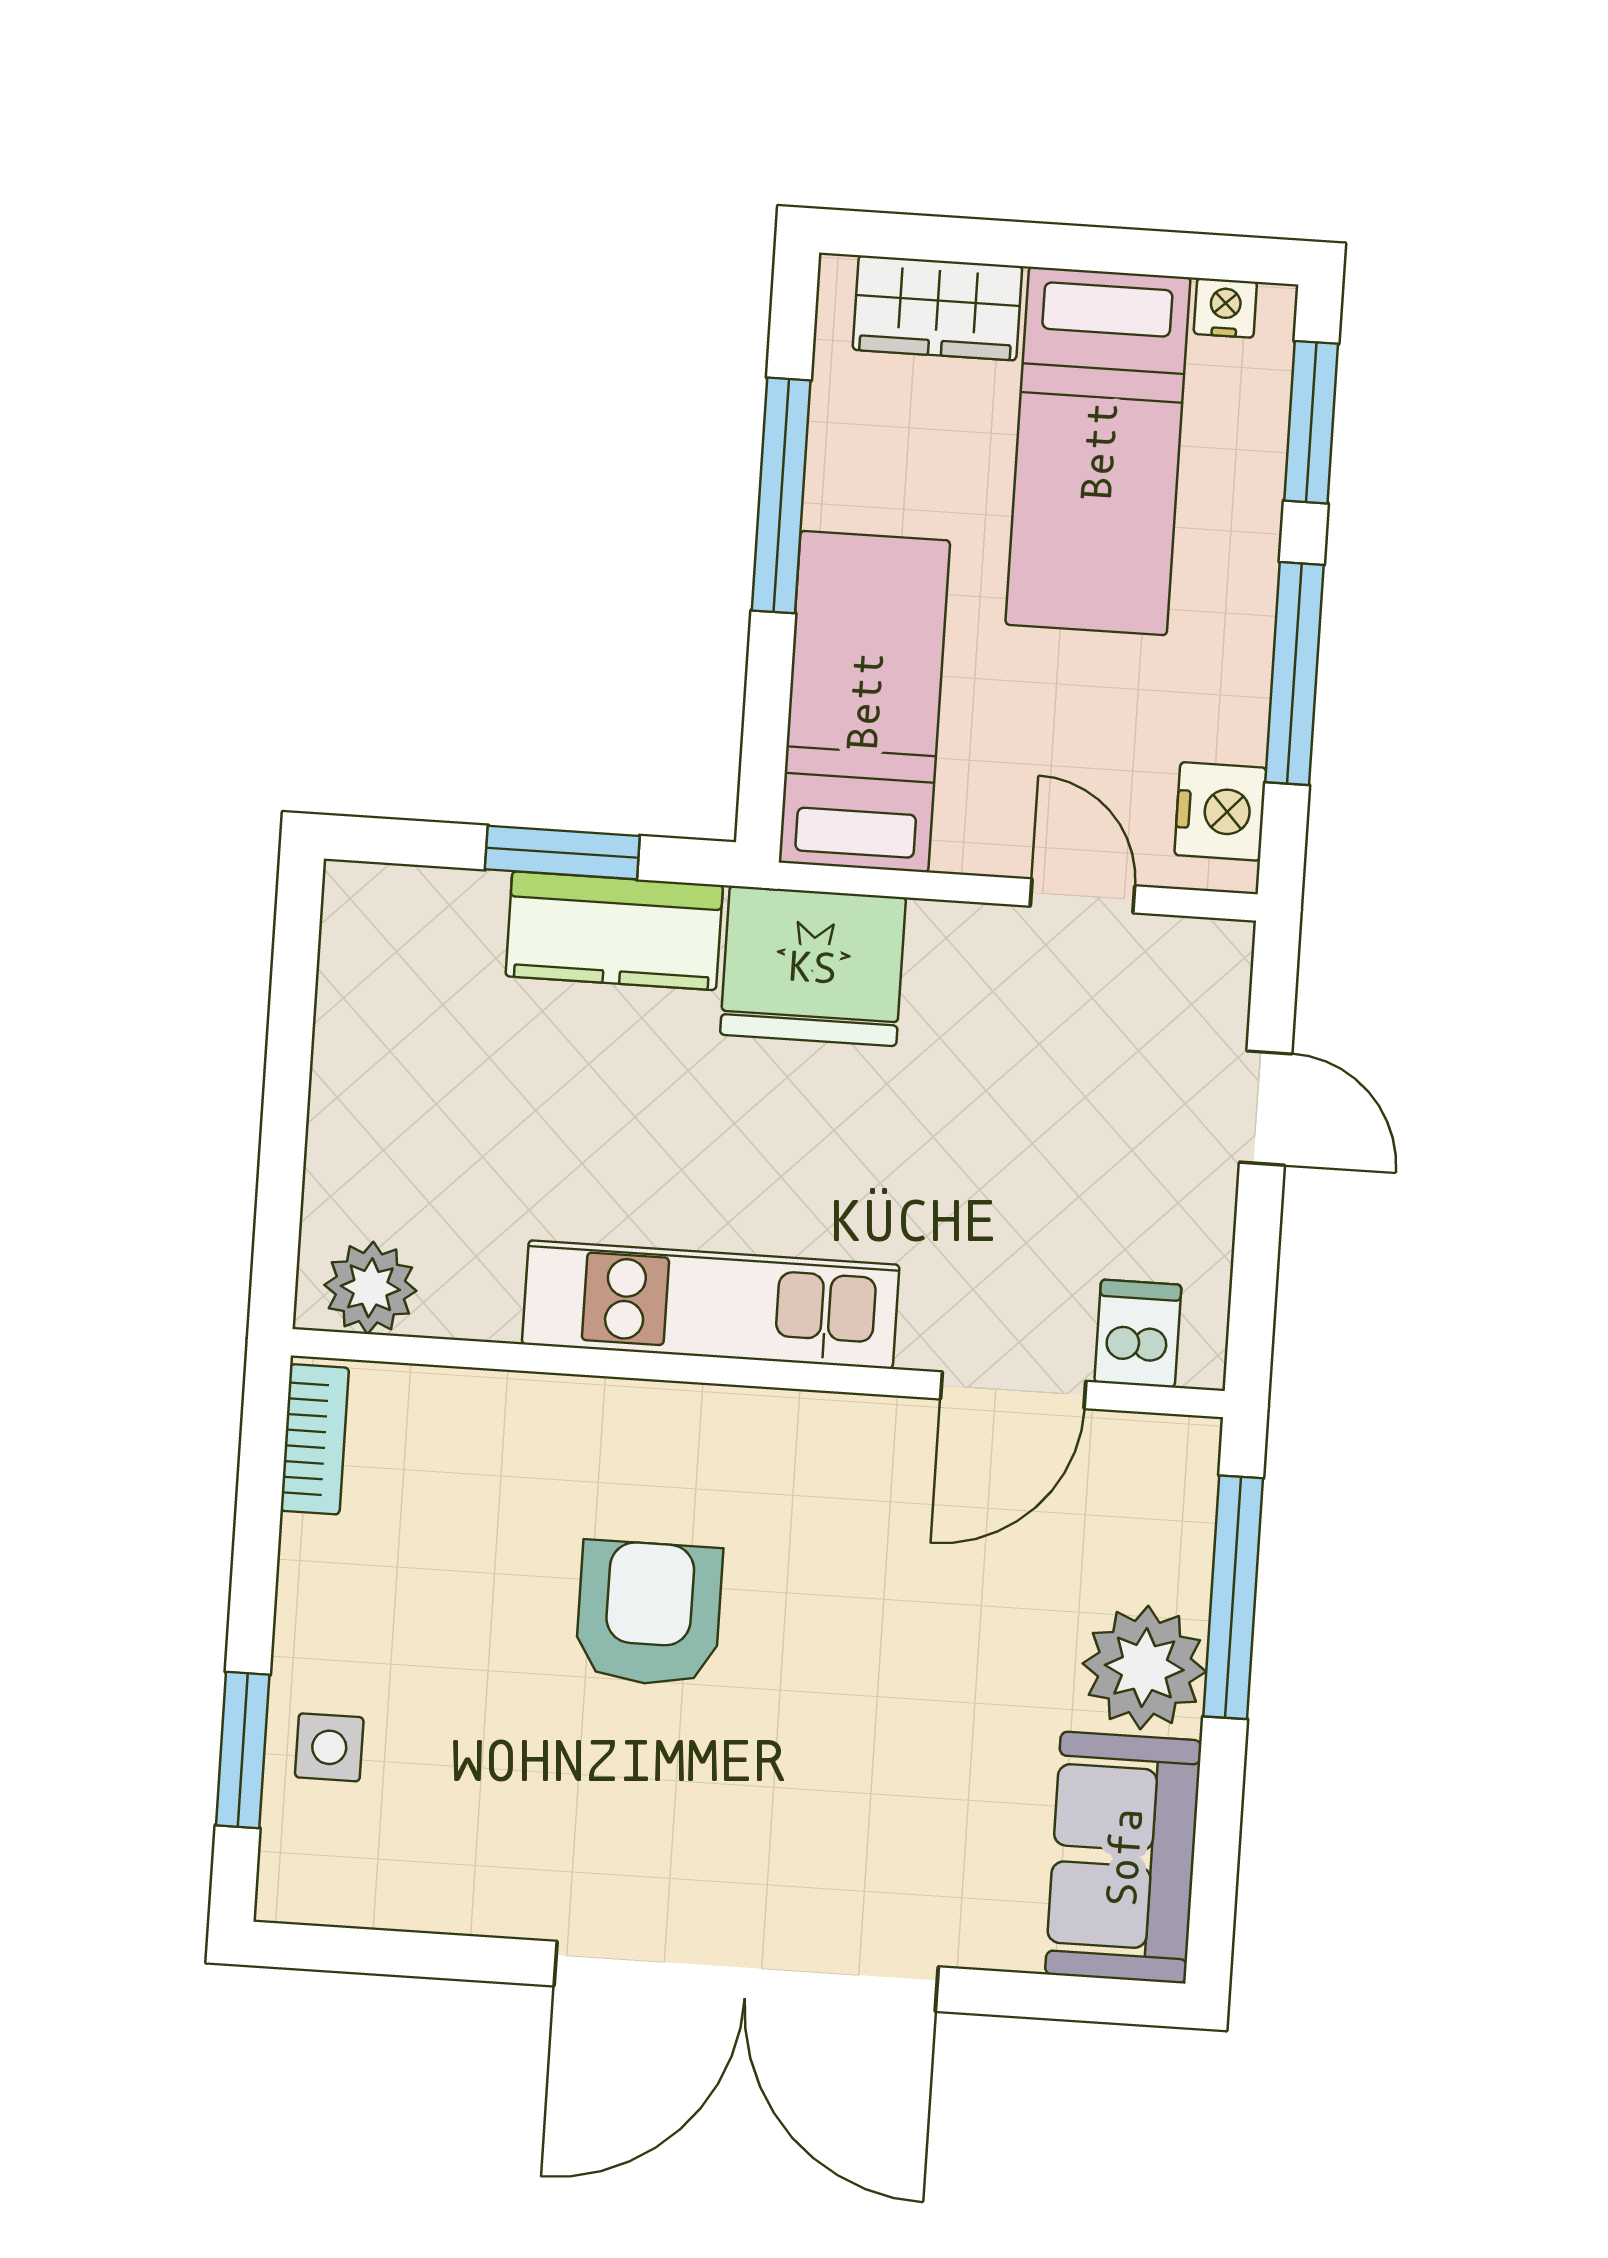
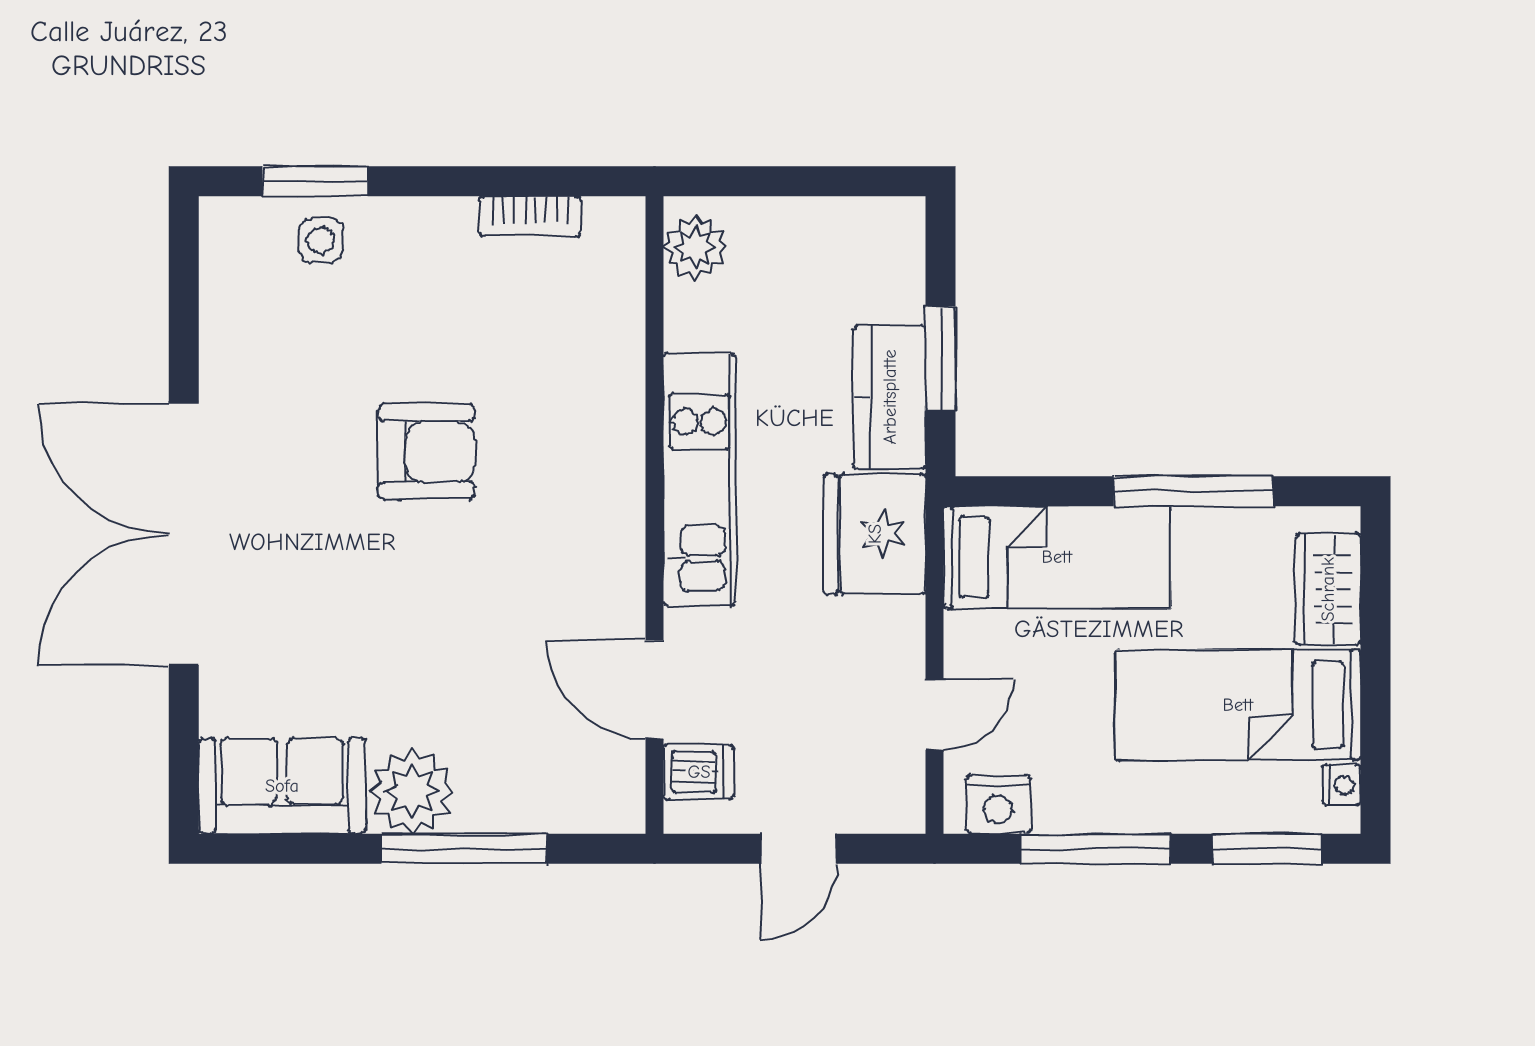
plant: (370, 1288) -> (695, 247), moved
kitchen unit: (711, 1305) -> (699, 480), moved
dishwasher: (1138, 1334) -> (699, 772), moved
wall: (758, 1373) -> (654, 515), moved
door: (1013, 1390) -> (654, 690), moved

